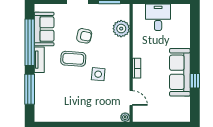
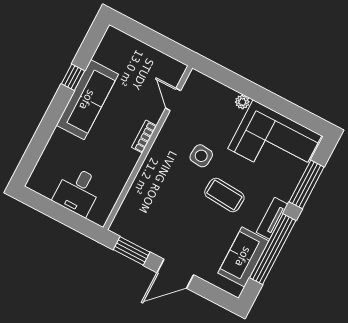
plant: (121, 29) -> (137, 202), removed
armchair: (84, 36) -> (193, 219), removed
corner sofa: (60, 104) -> (275, 142), added
plant: (125, 117) -> (242, 102), moved

